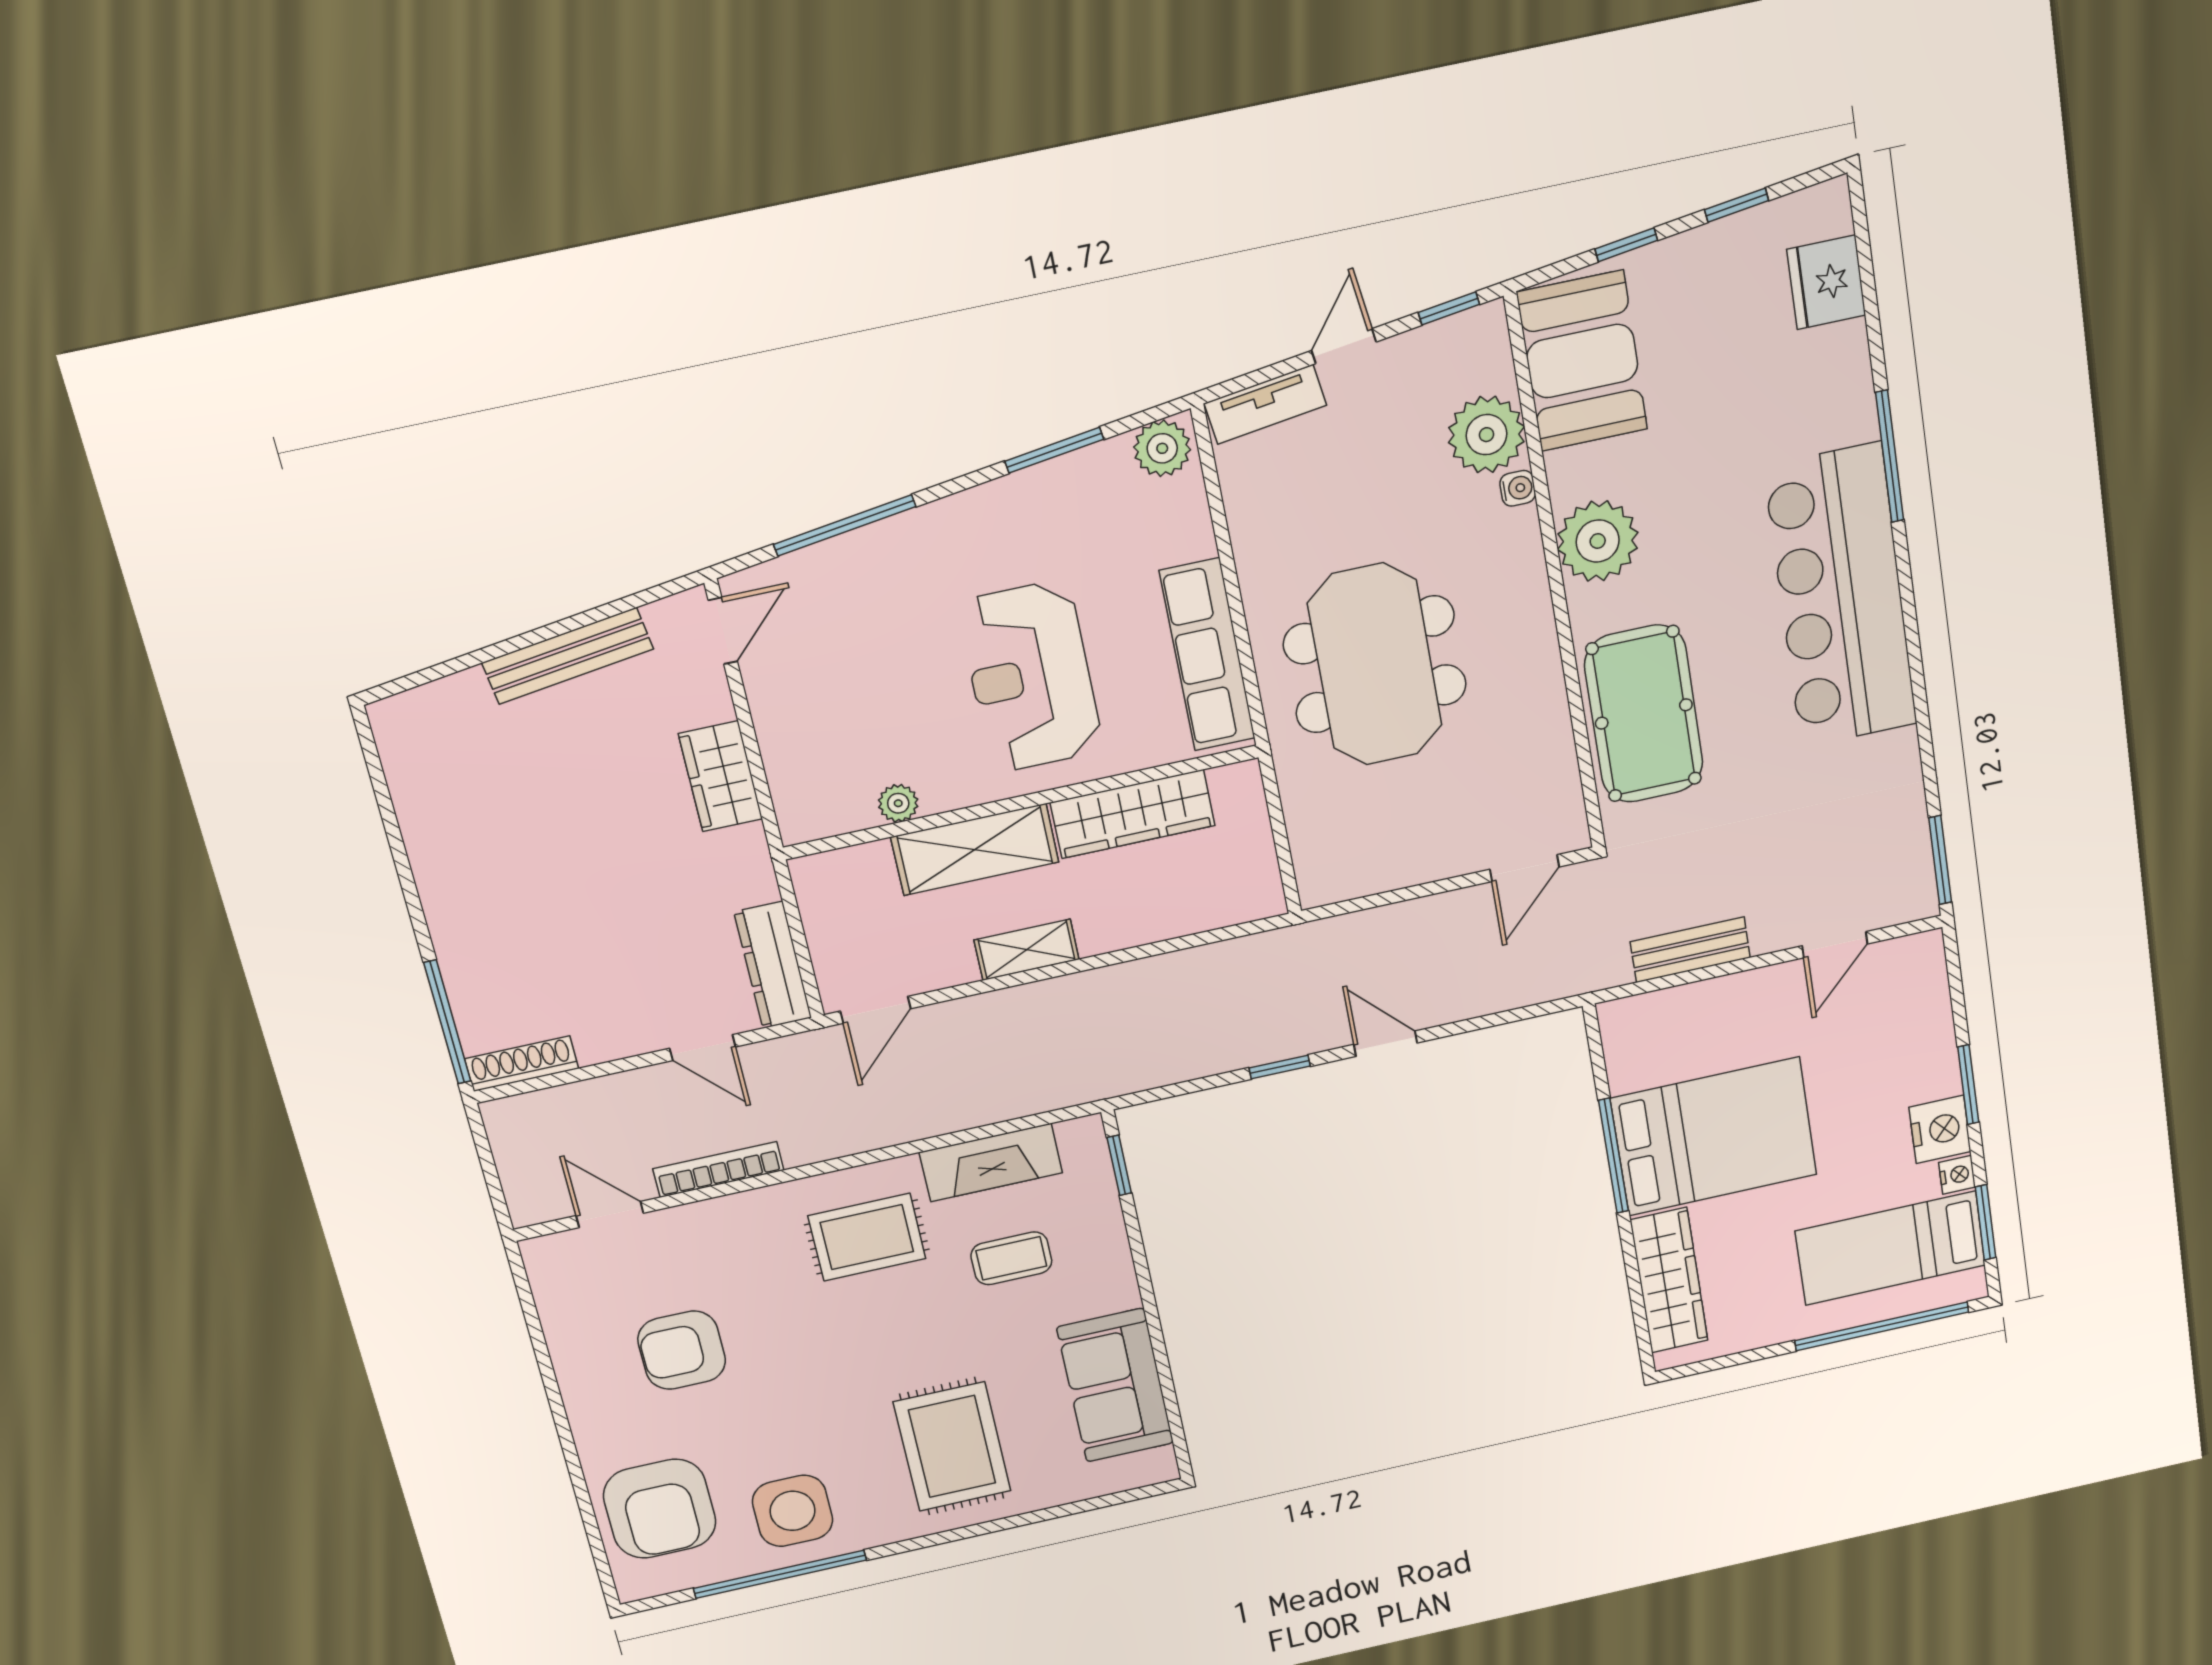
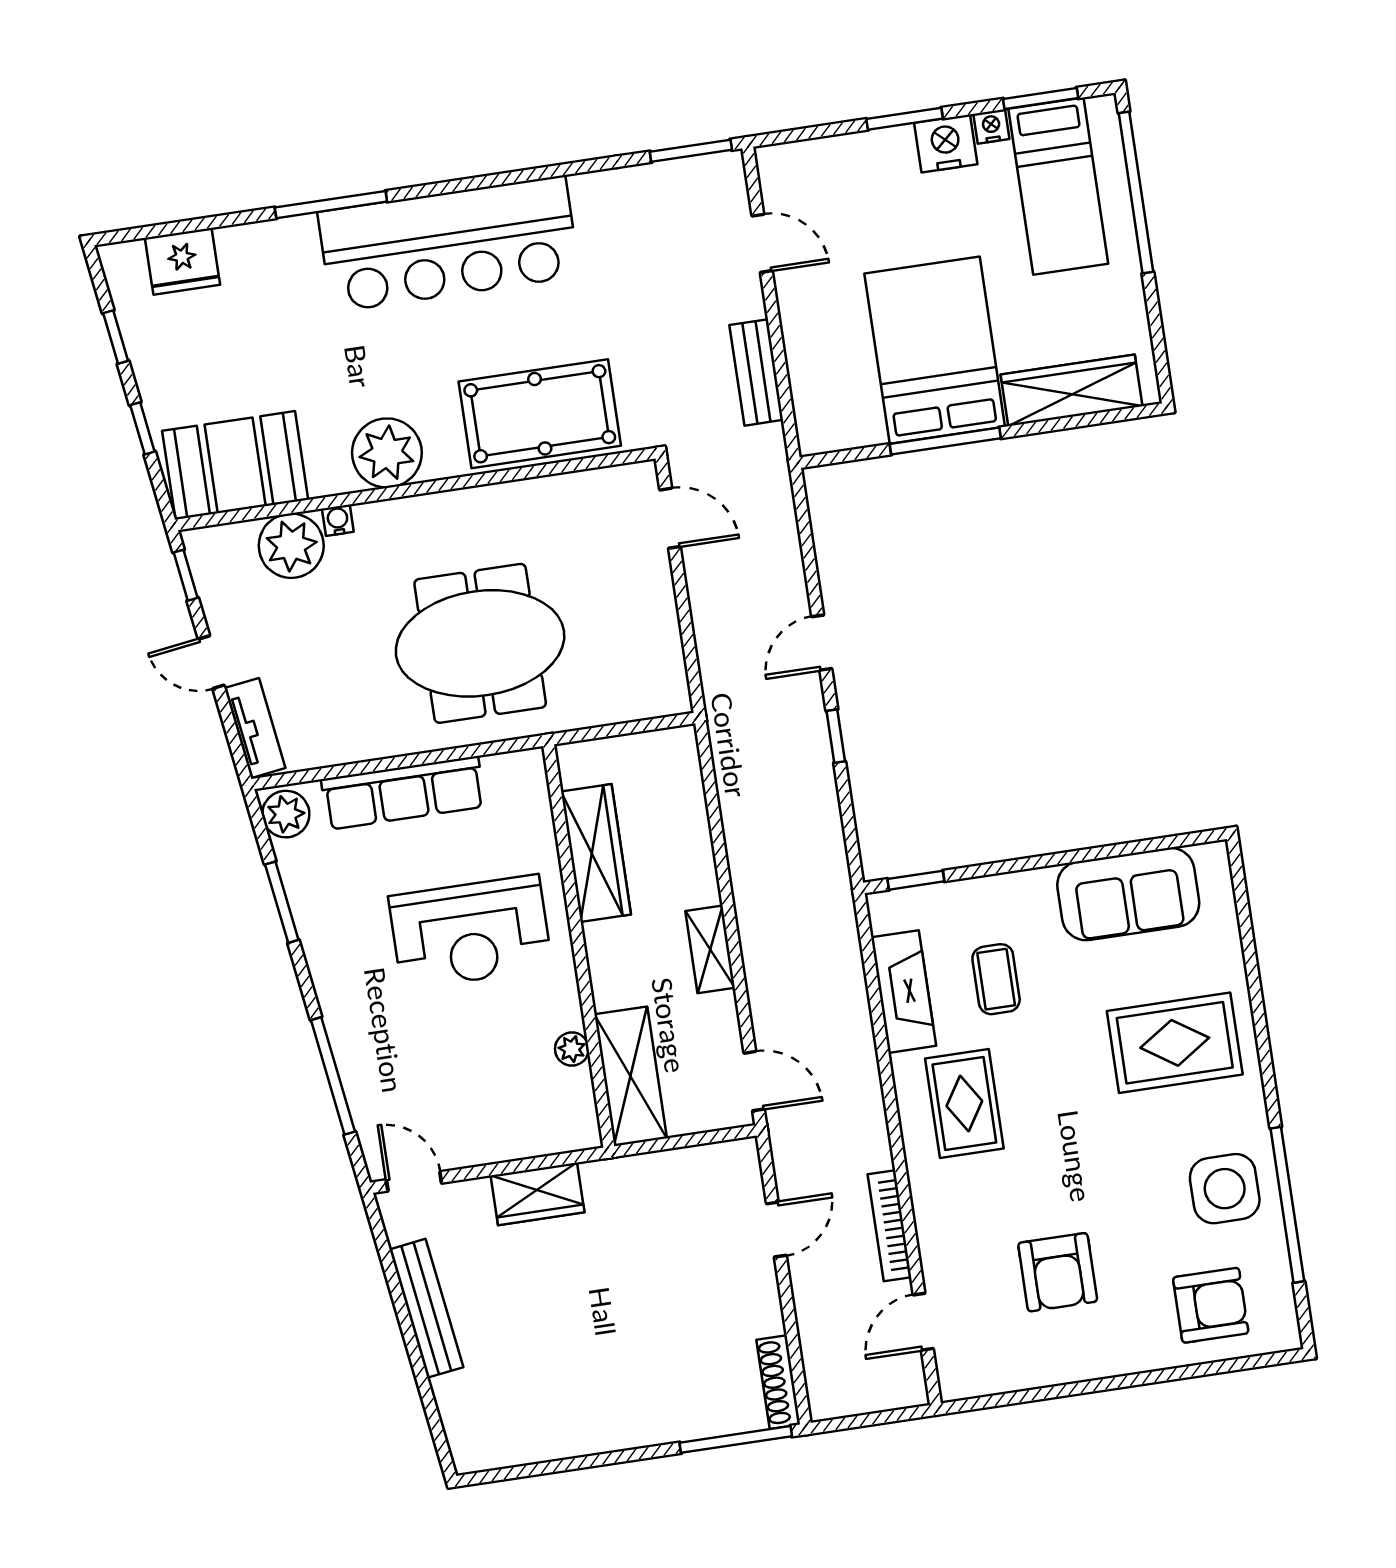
row of seats: (1207, 655) -> (403, 793), moved
shelving: (975, 849) -> (630, 1076), moved
dresser: (773, 965) -> (707, 1164), removed
armchair: (660, 1509) -> (1211, 1305), width x0.73, depth x0.73

